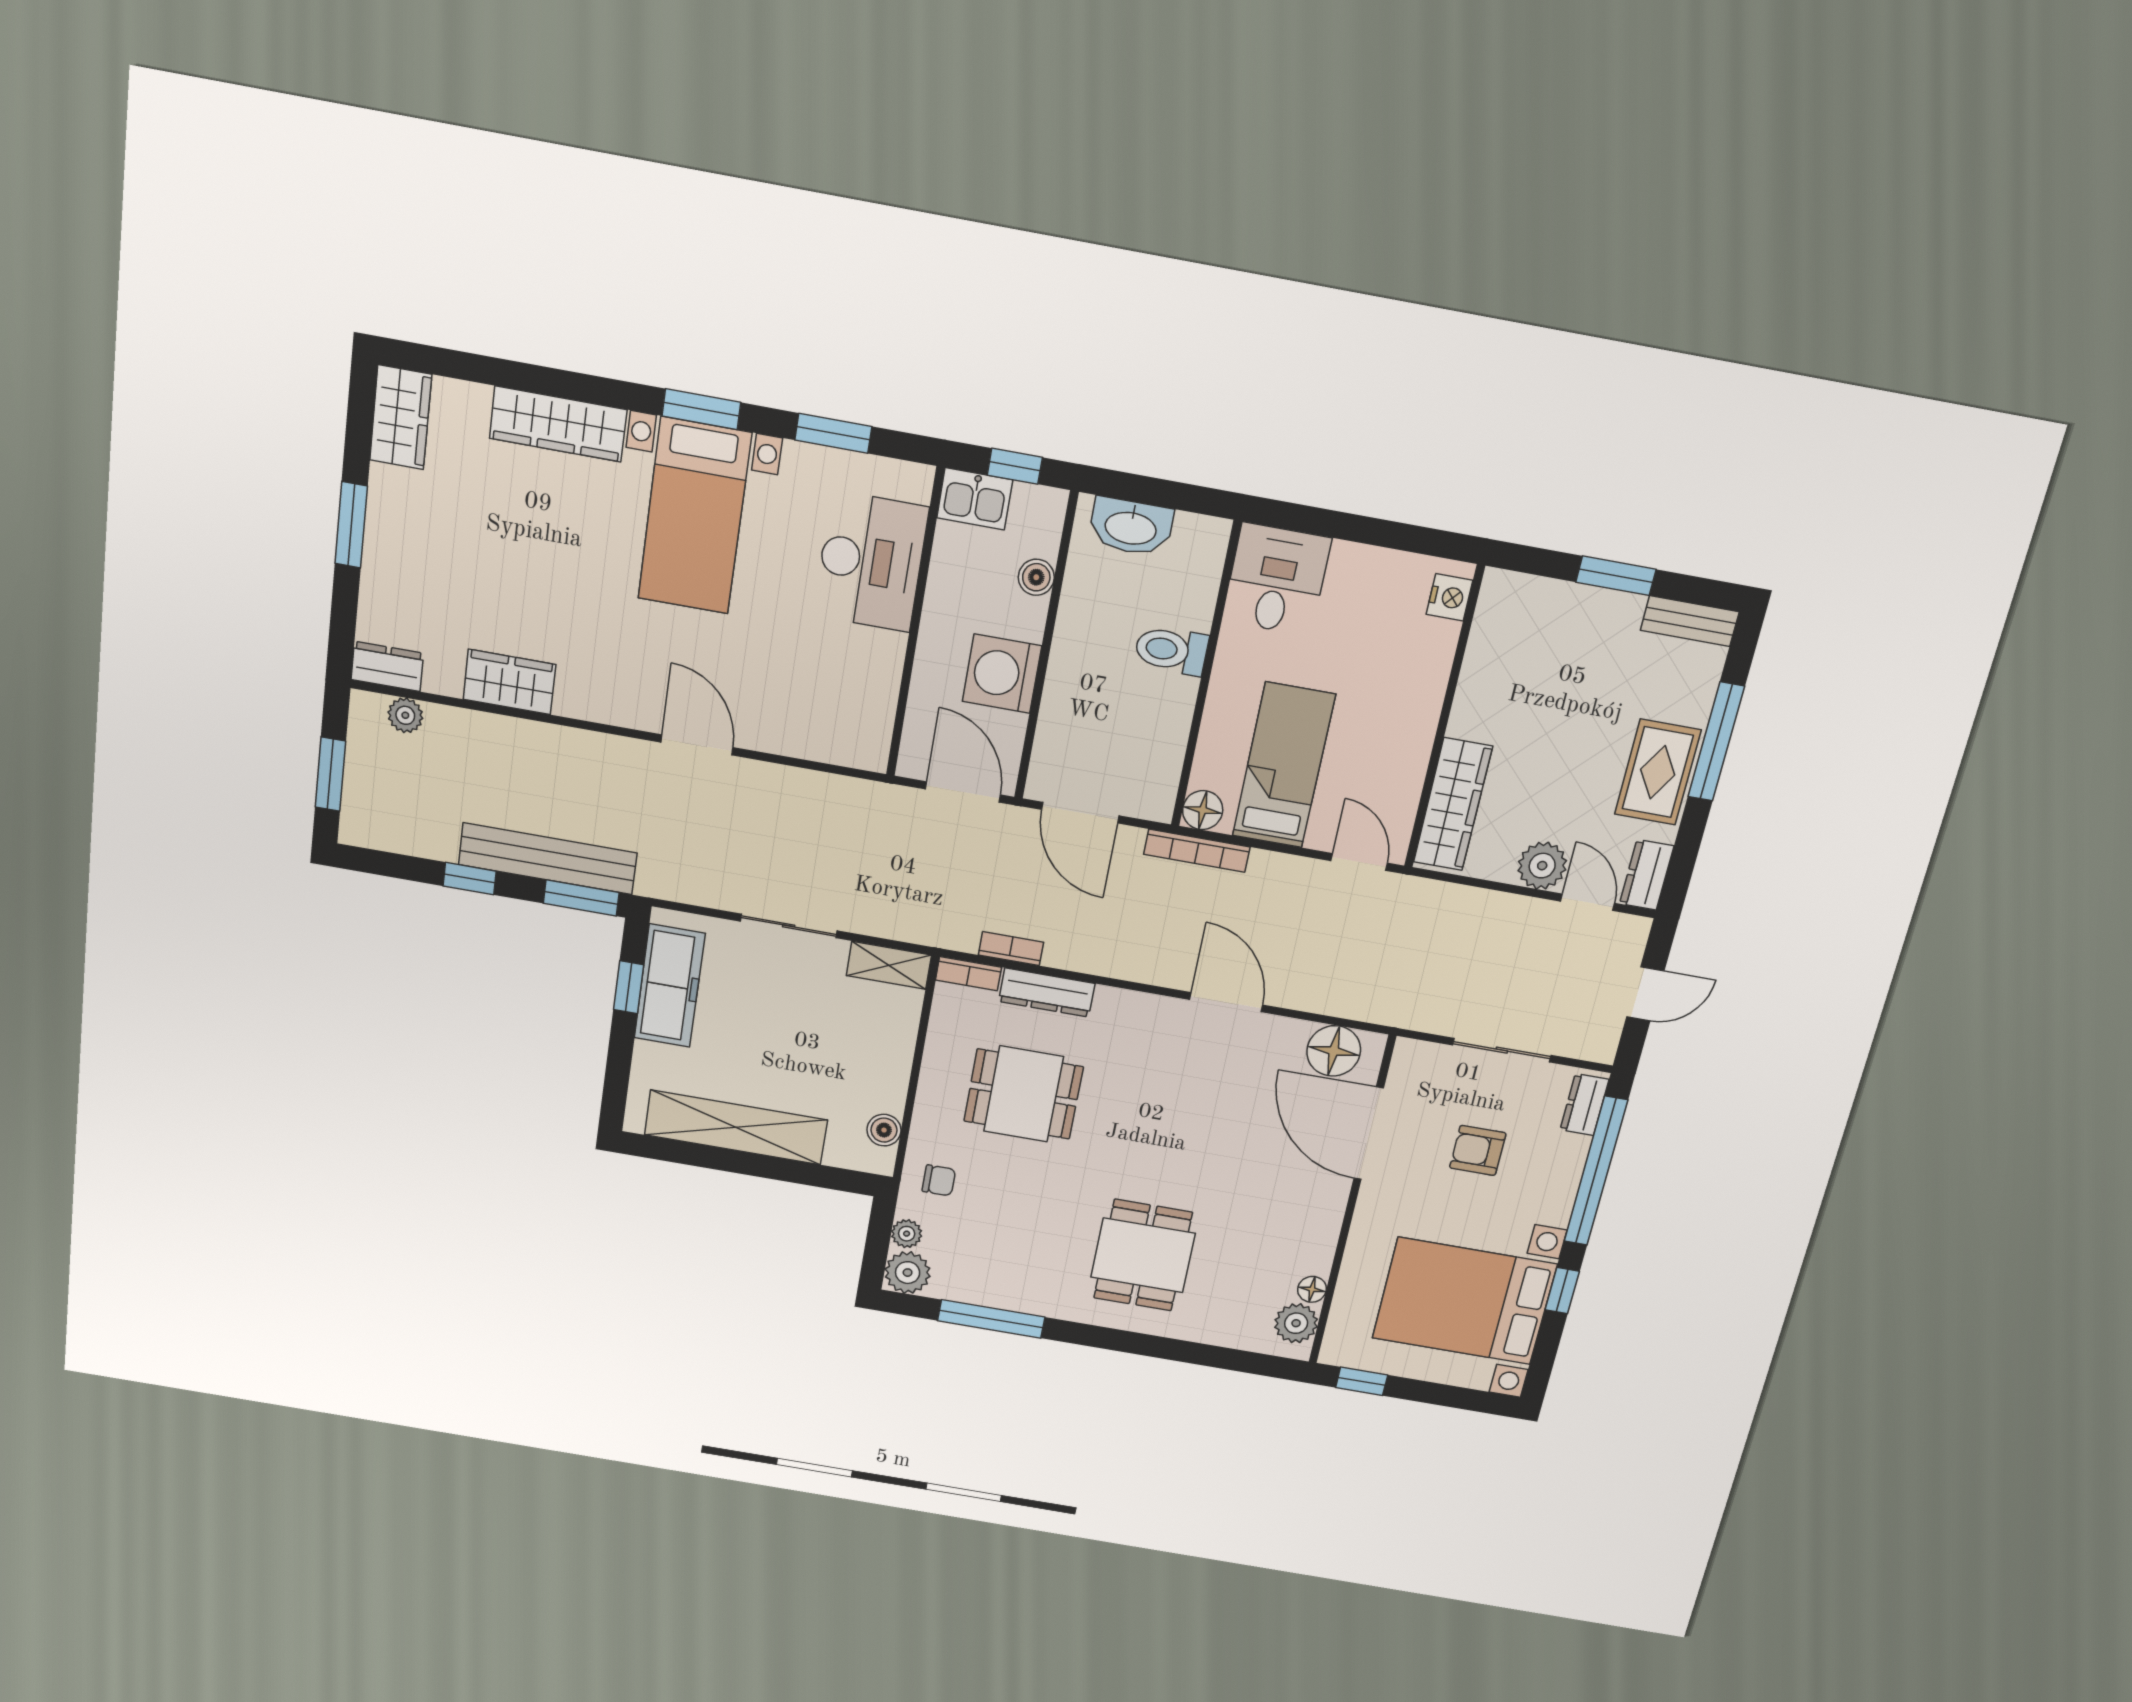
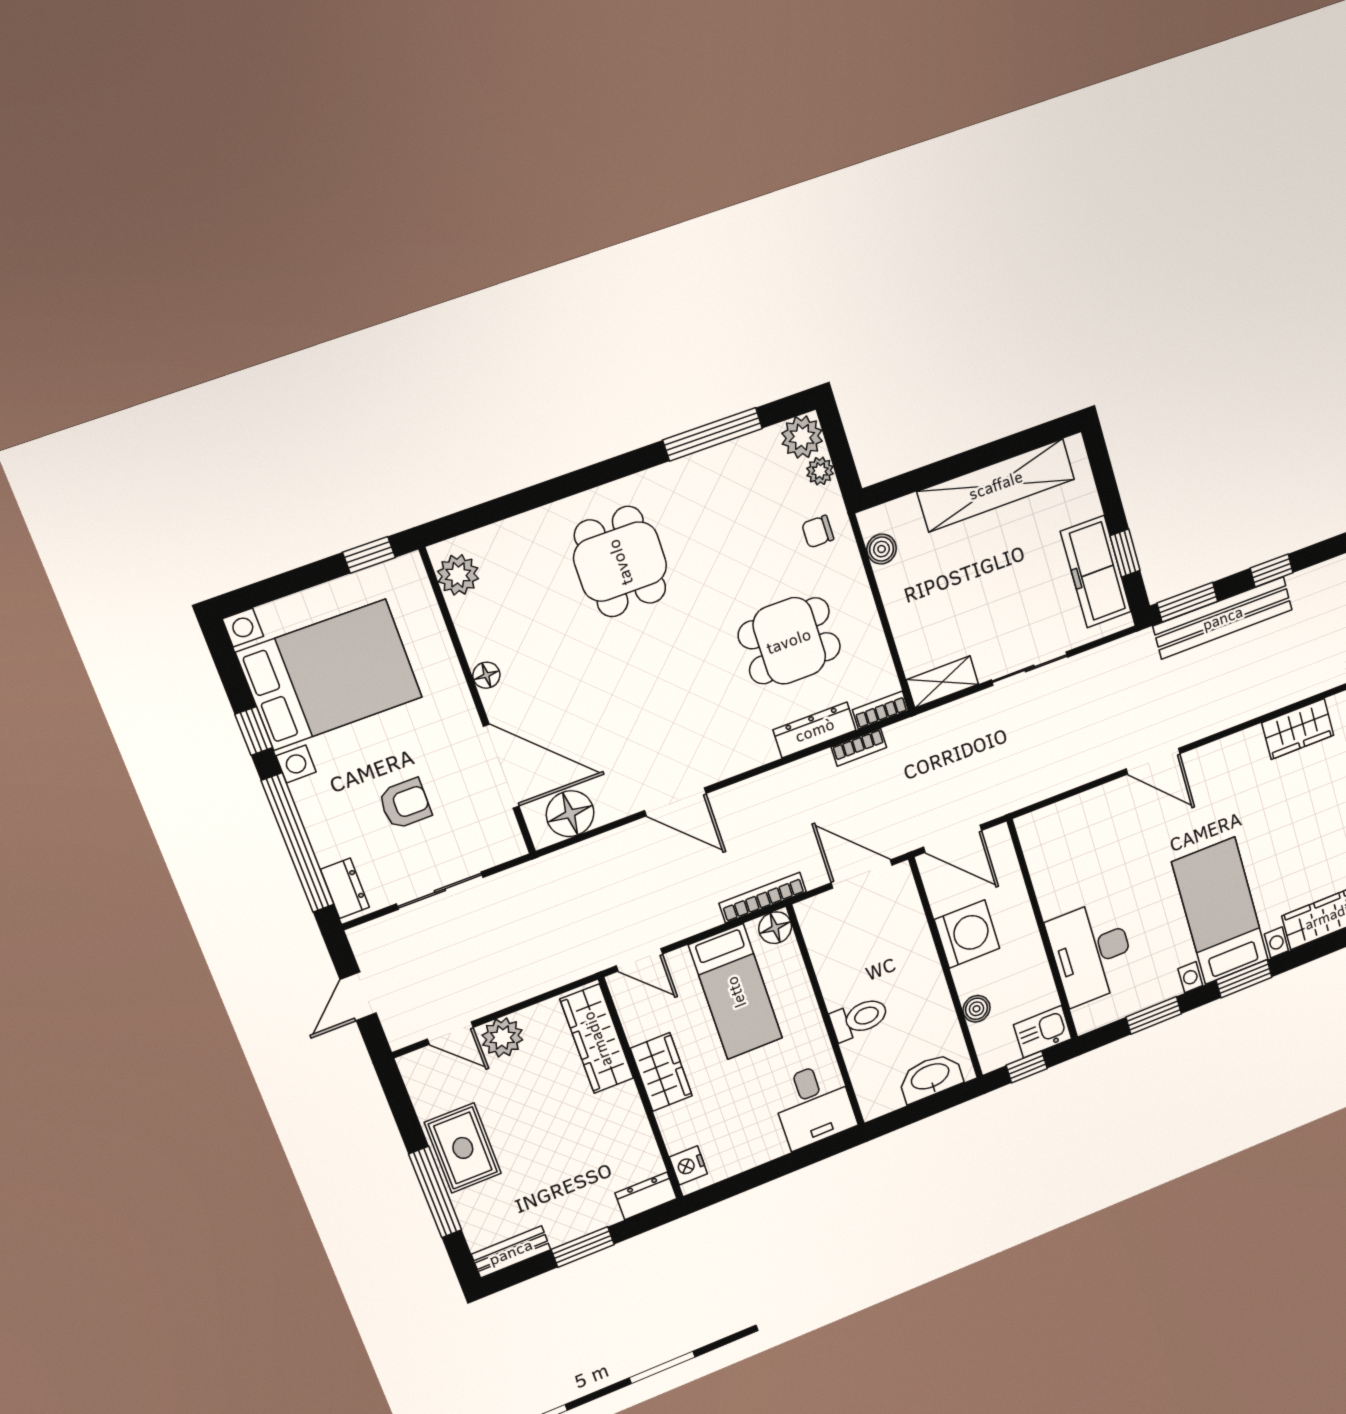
wardrobe: (1412, 725) -> (661, 1072), added
dresser: (1647, 875) -> (646, 1196), moved, turned -90
floor lamp: (1312, 1289) -> (486, 675), moved

